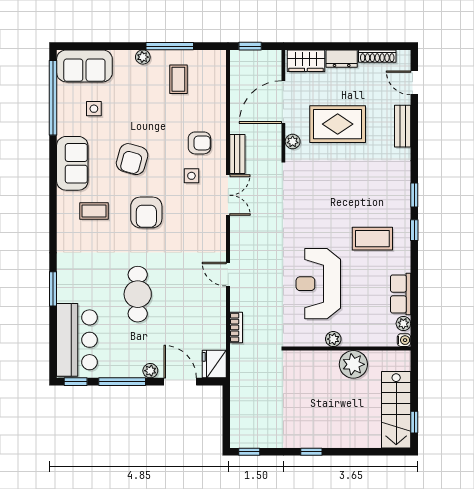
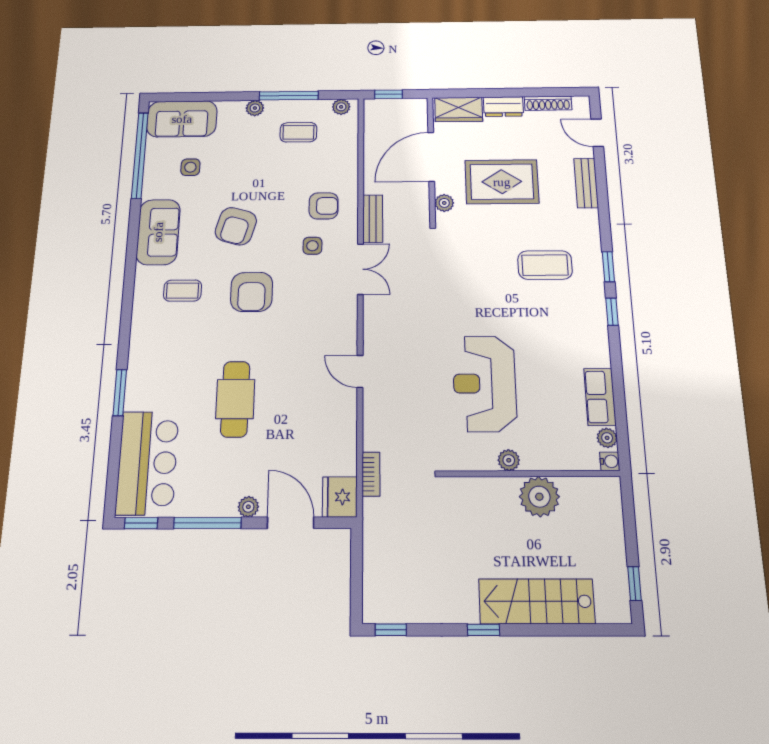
plant: (212, 57) -> (341, 107), added
coffee table: (178, 79) -> (298, 132), turned 90
coffee table: (372, 239) -> (545, 265), moved
bookcase: (236, 327) -> (371, 474), moved
stairs: (396, 410) -> (537, 601), moved, turned 90

